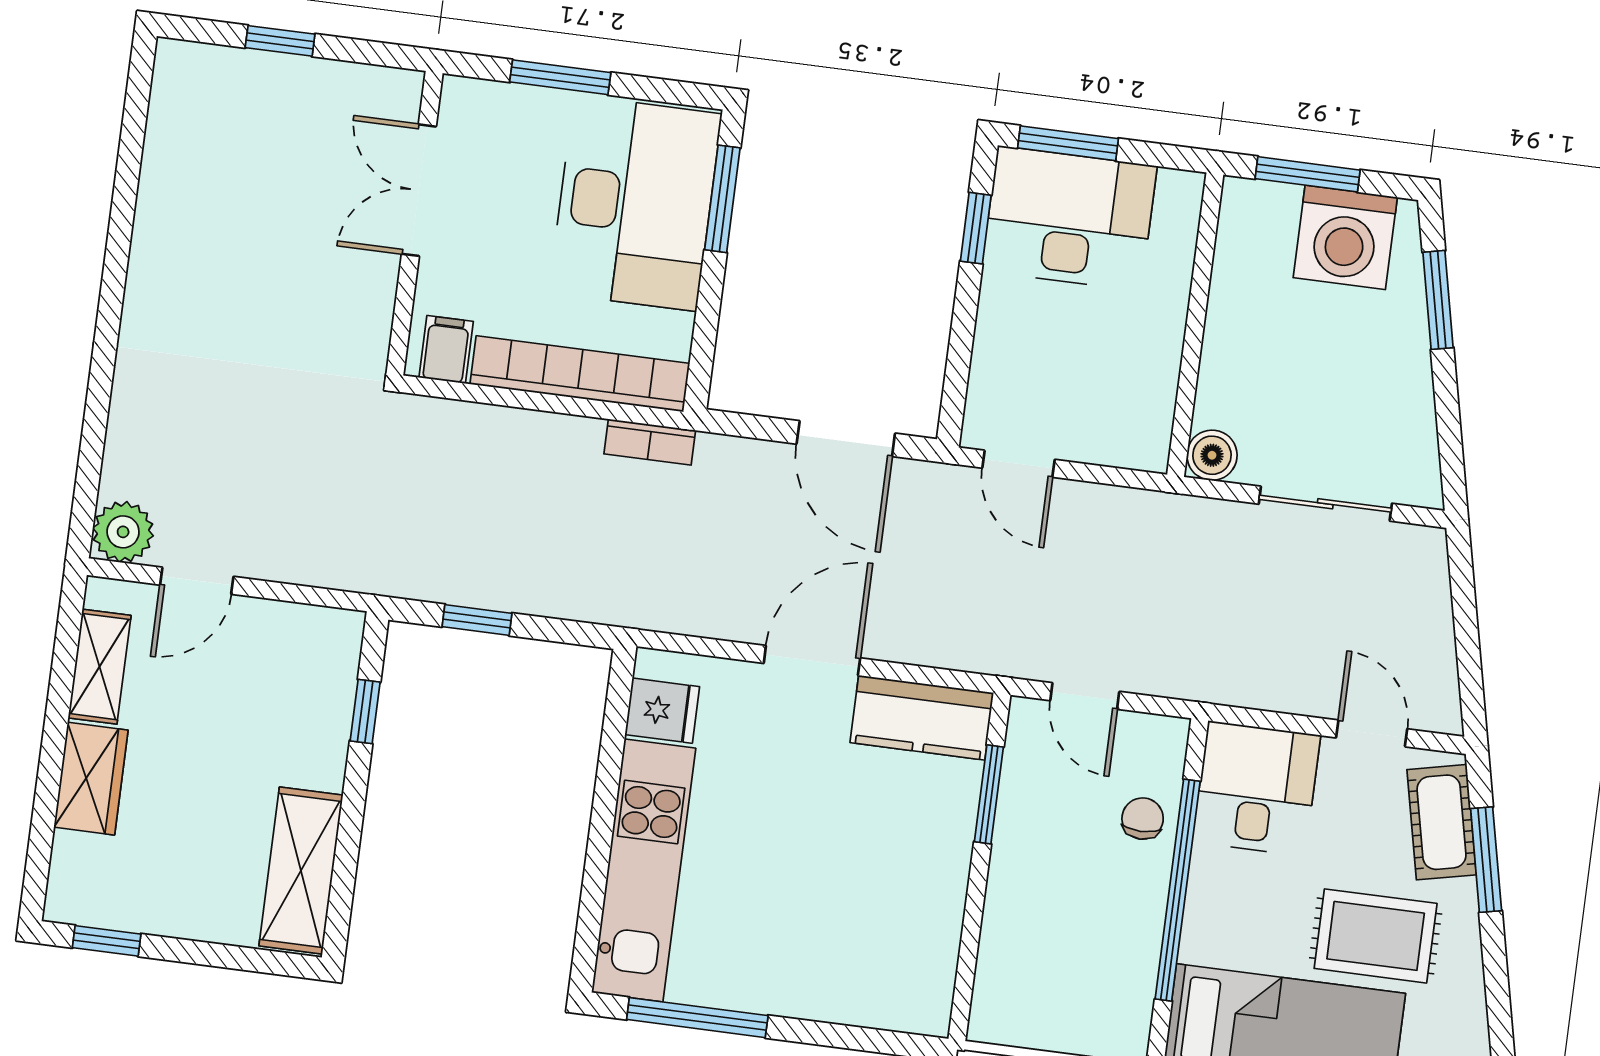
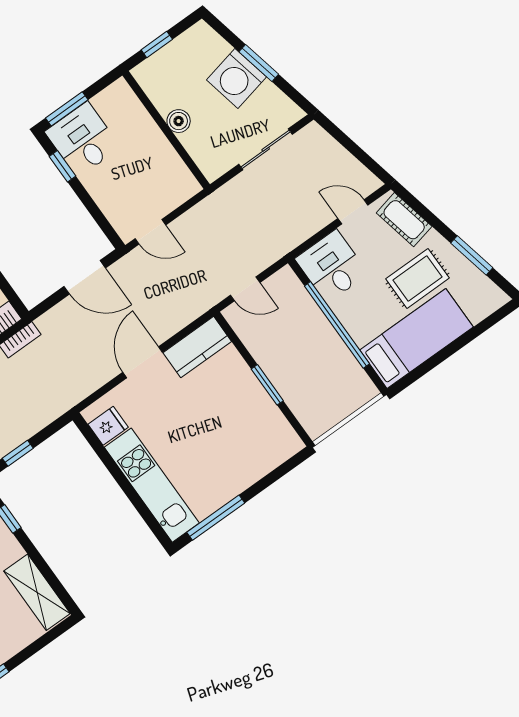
window: (1308, 174) -> (157, 44), width x0.67
desk: (1069, 218) -> (83, 140), width x0.73
washing machine: (1345, 237) -> (236, 78), moved, turned 78
window: (1438, 300) -> (259, 63), moved
boiler: (1212, 455) -> (179, 121), moved
window: (989, 794) -> (267, 385), moved
chair: (1143, 819) -> (303, 312), removed
window: (1486, 860) -> (472, 255), moved

